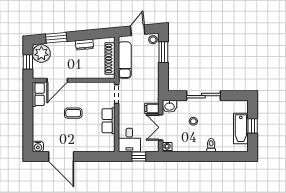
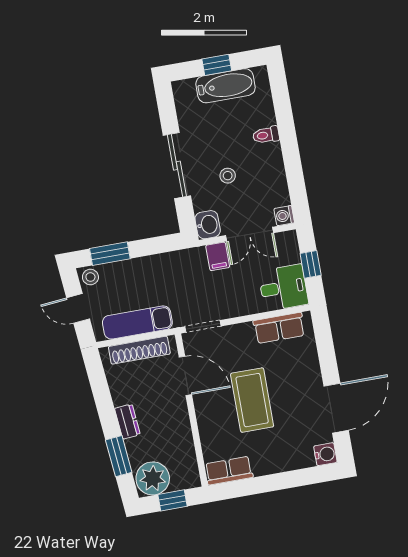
dresser: (84, 45) -> (127, 421), moved
door: (57, 80) -> (185, 376), moved
coffee table: (73, 113) -> (252, 400), width x1.86, depth x1.72
row of seats: (109, 121) -> (279, 328), moved

